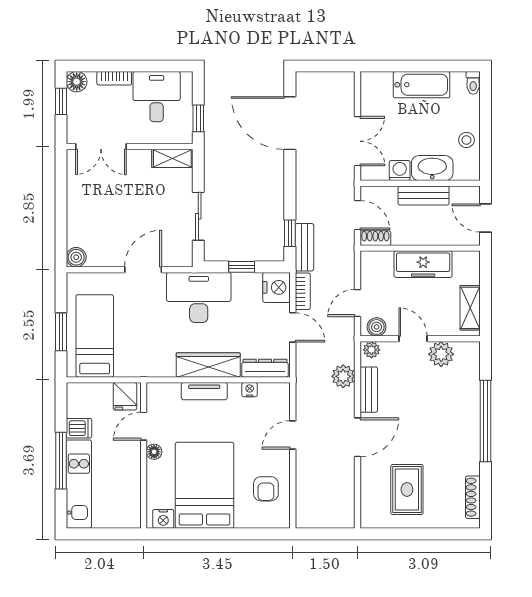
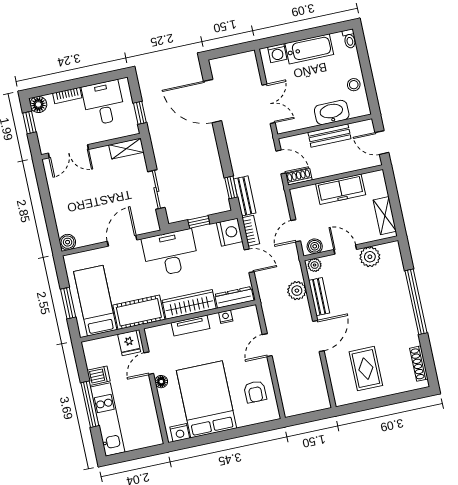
washing machine: (400, 171) -> (277, 53), moved, turned 180
cot: (145, 361) -> (139, 312), added

